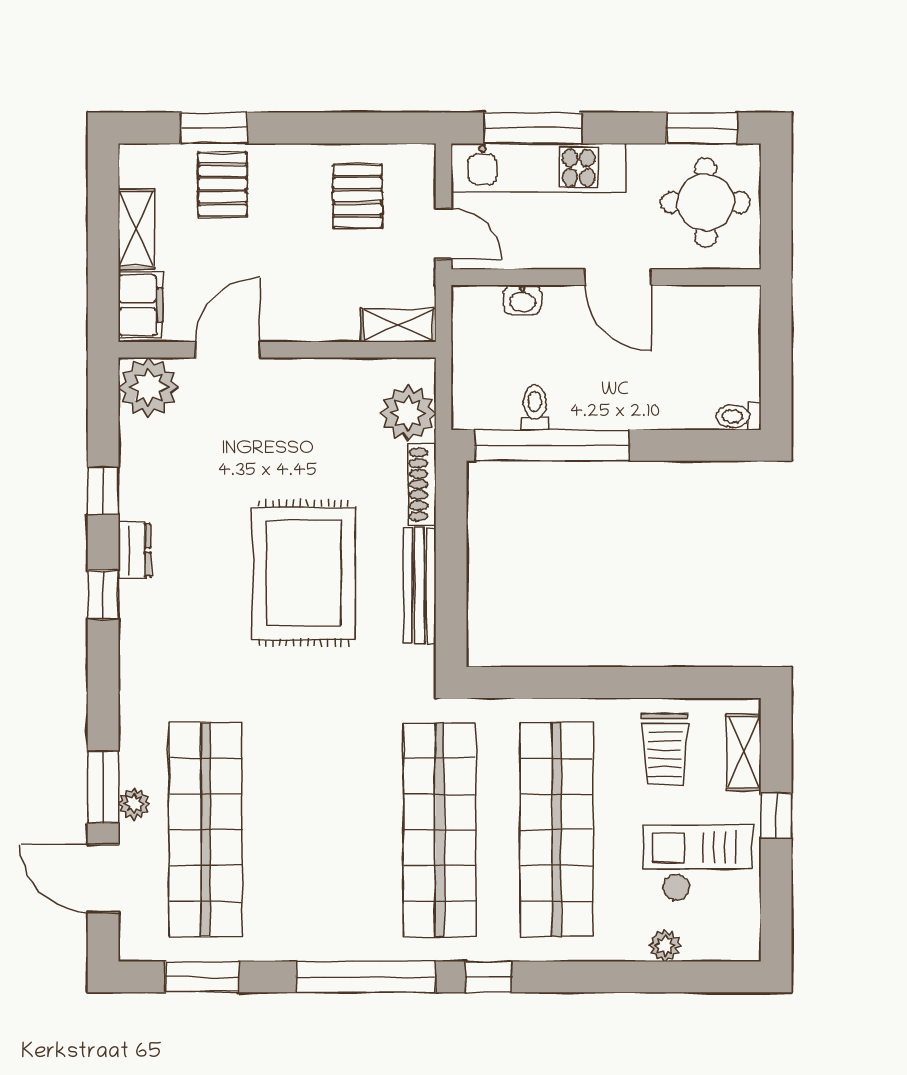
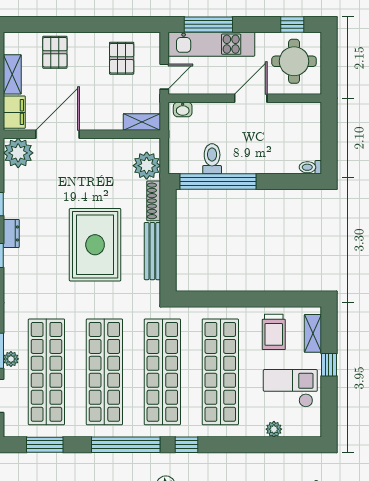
window: (214, 128) -> (51, 24), removed
window: (702, 128) -> (292, 24), width x0.67
door: (443, 234) -> (164, 77), hinge flipped
door: (618, 277) -> (251, 98), swing flipped
washbasin: (522, 300) -> (183, 110), moved
door: (228, 350) -> (57, 134), width x1.36
toilet: (535, 408) -> (212, 159), width x1.37, depth x1.39
shop shelf: (323, 830) -> (104, 372), added

